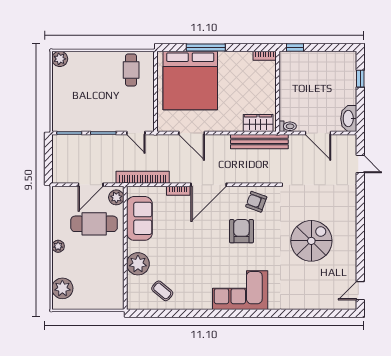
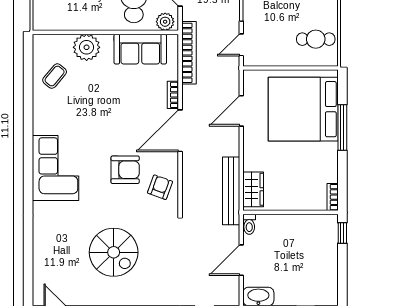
door: (209, 185) -> (180, 131), hinge flipped

